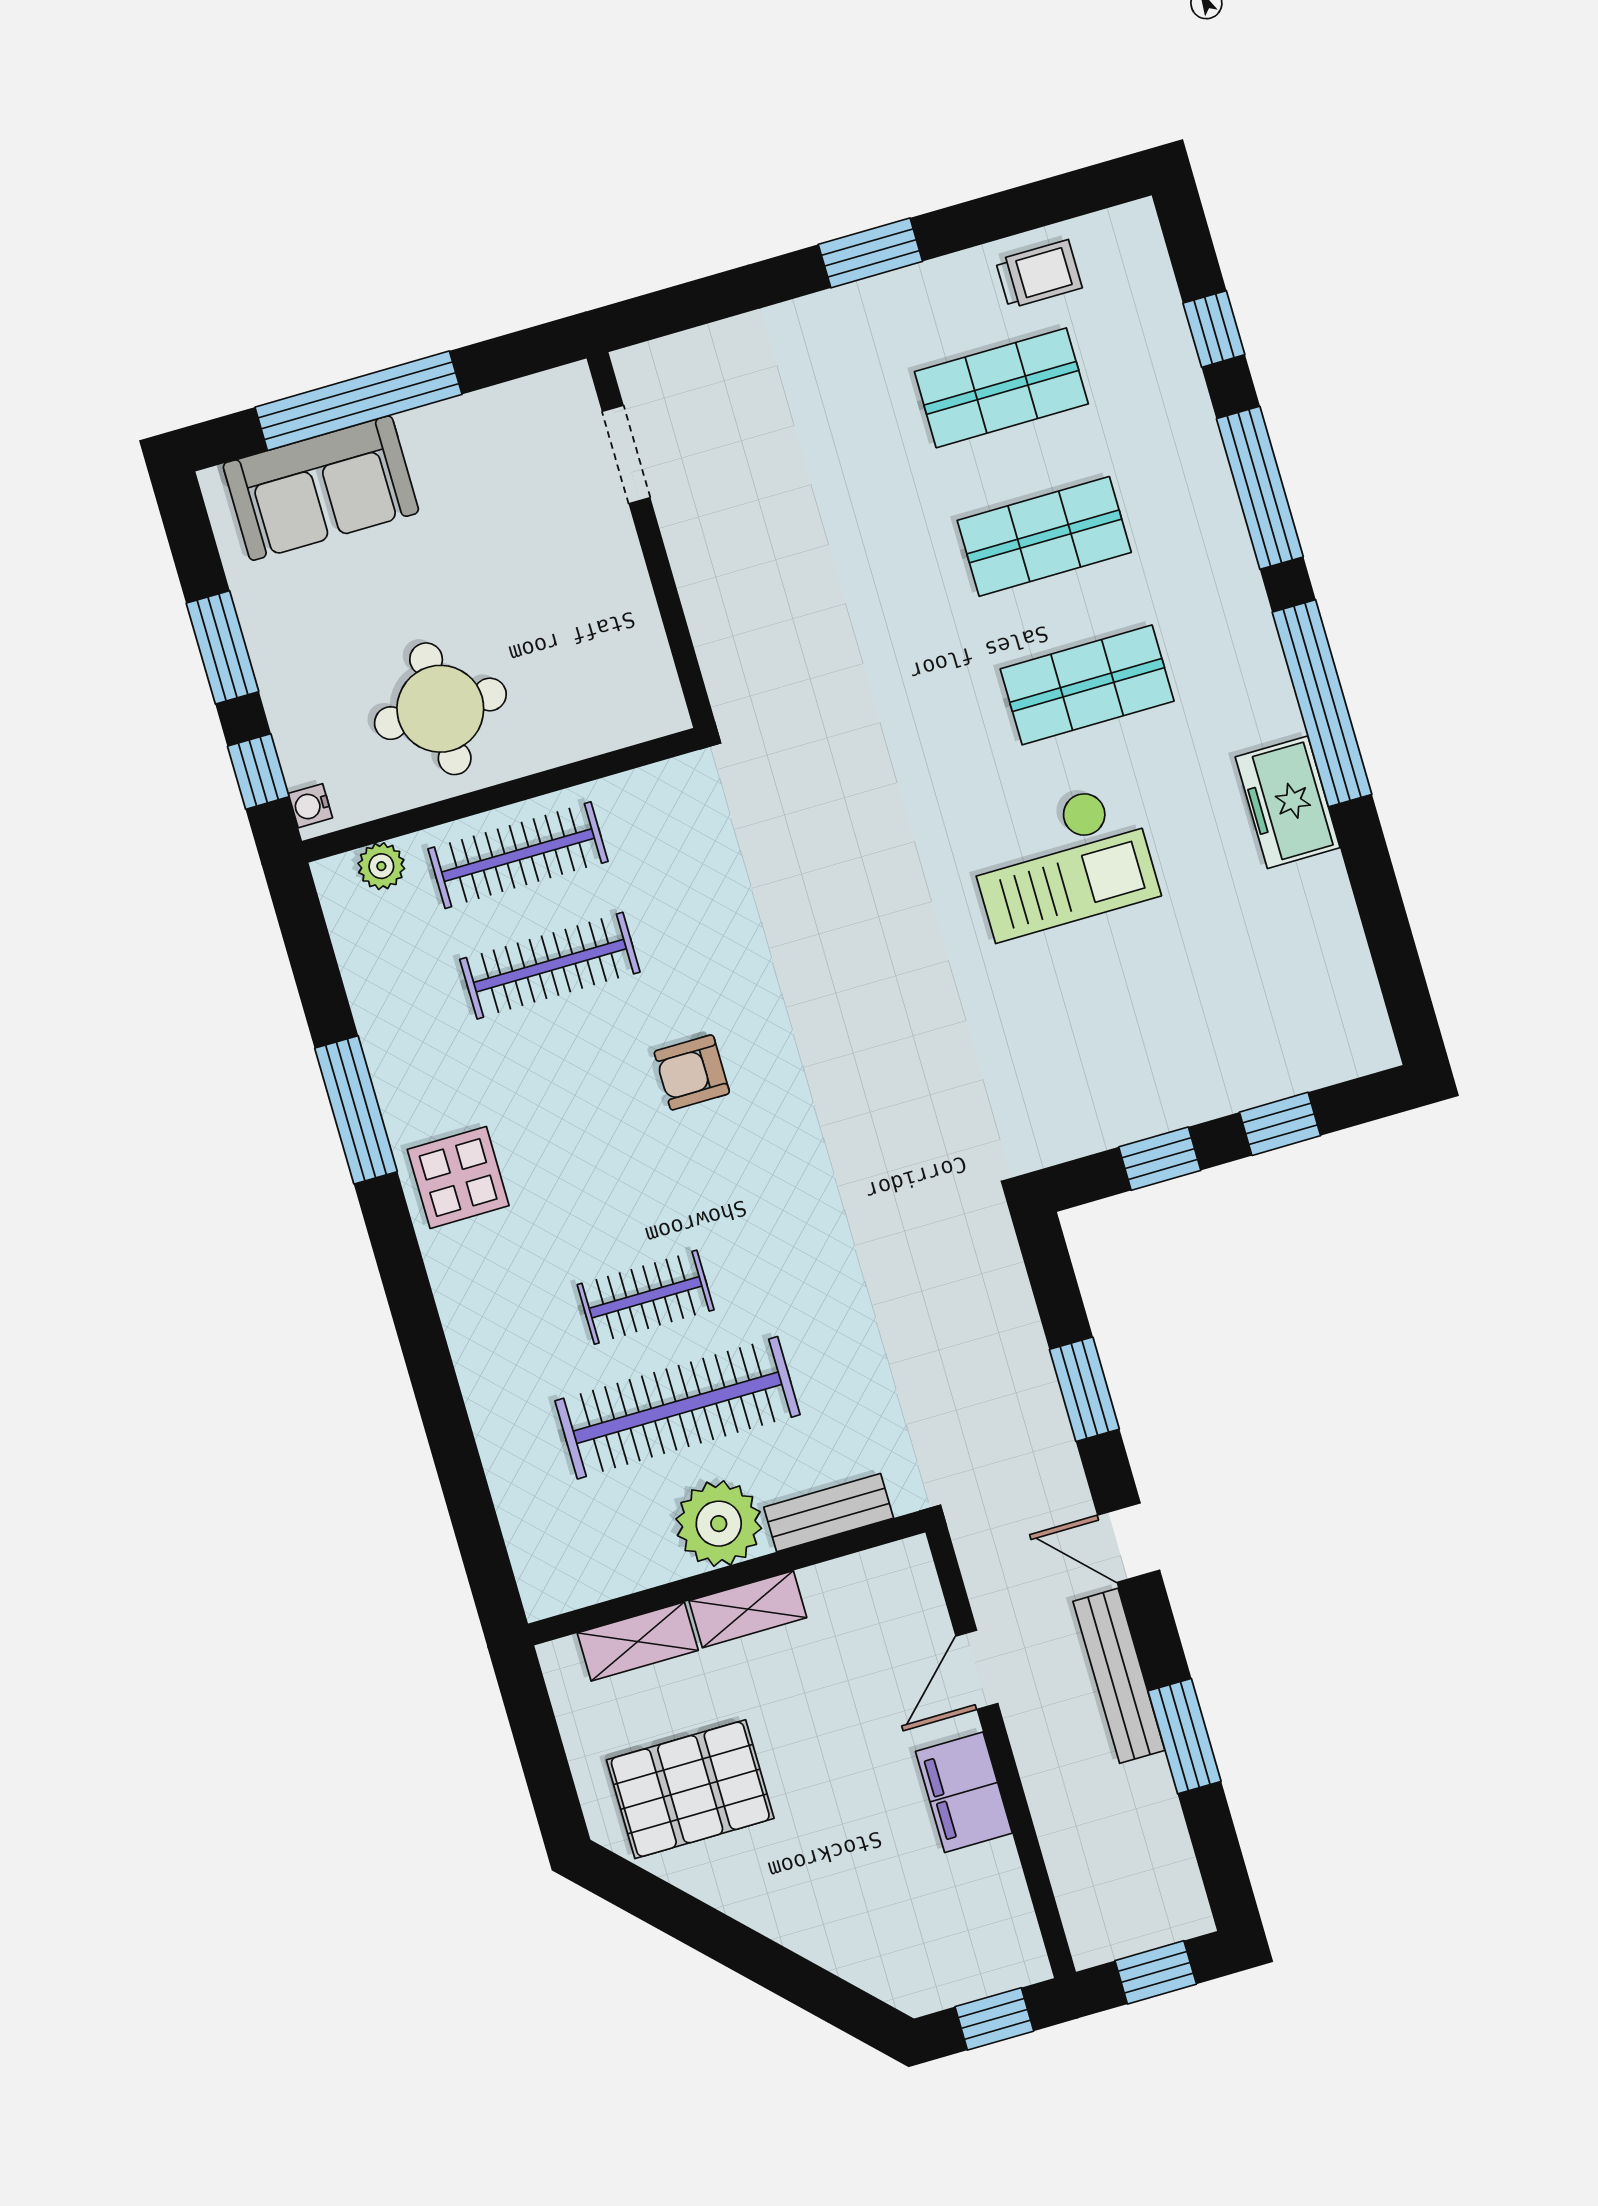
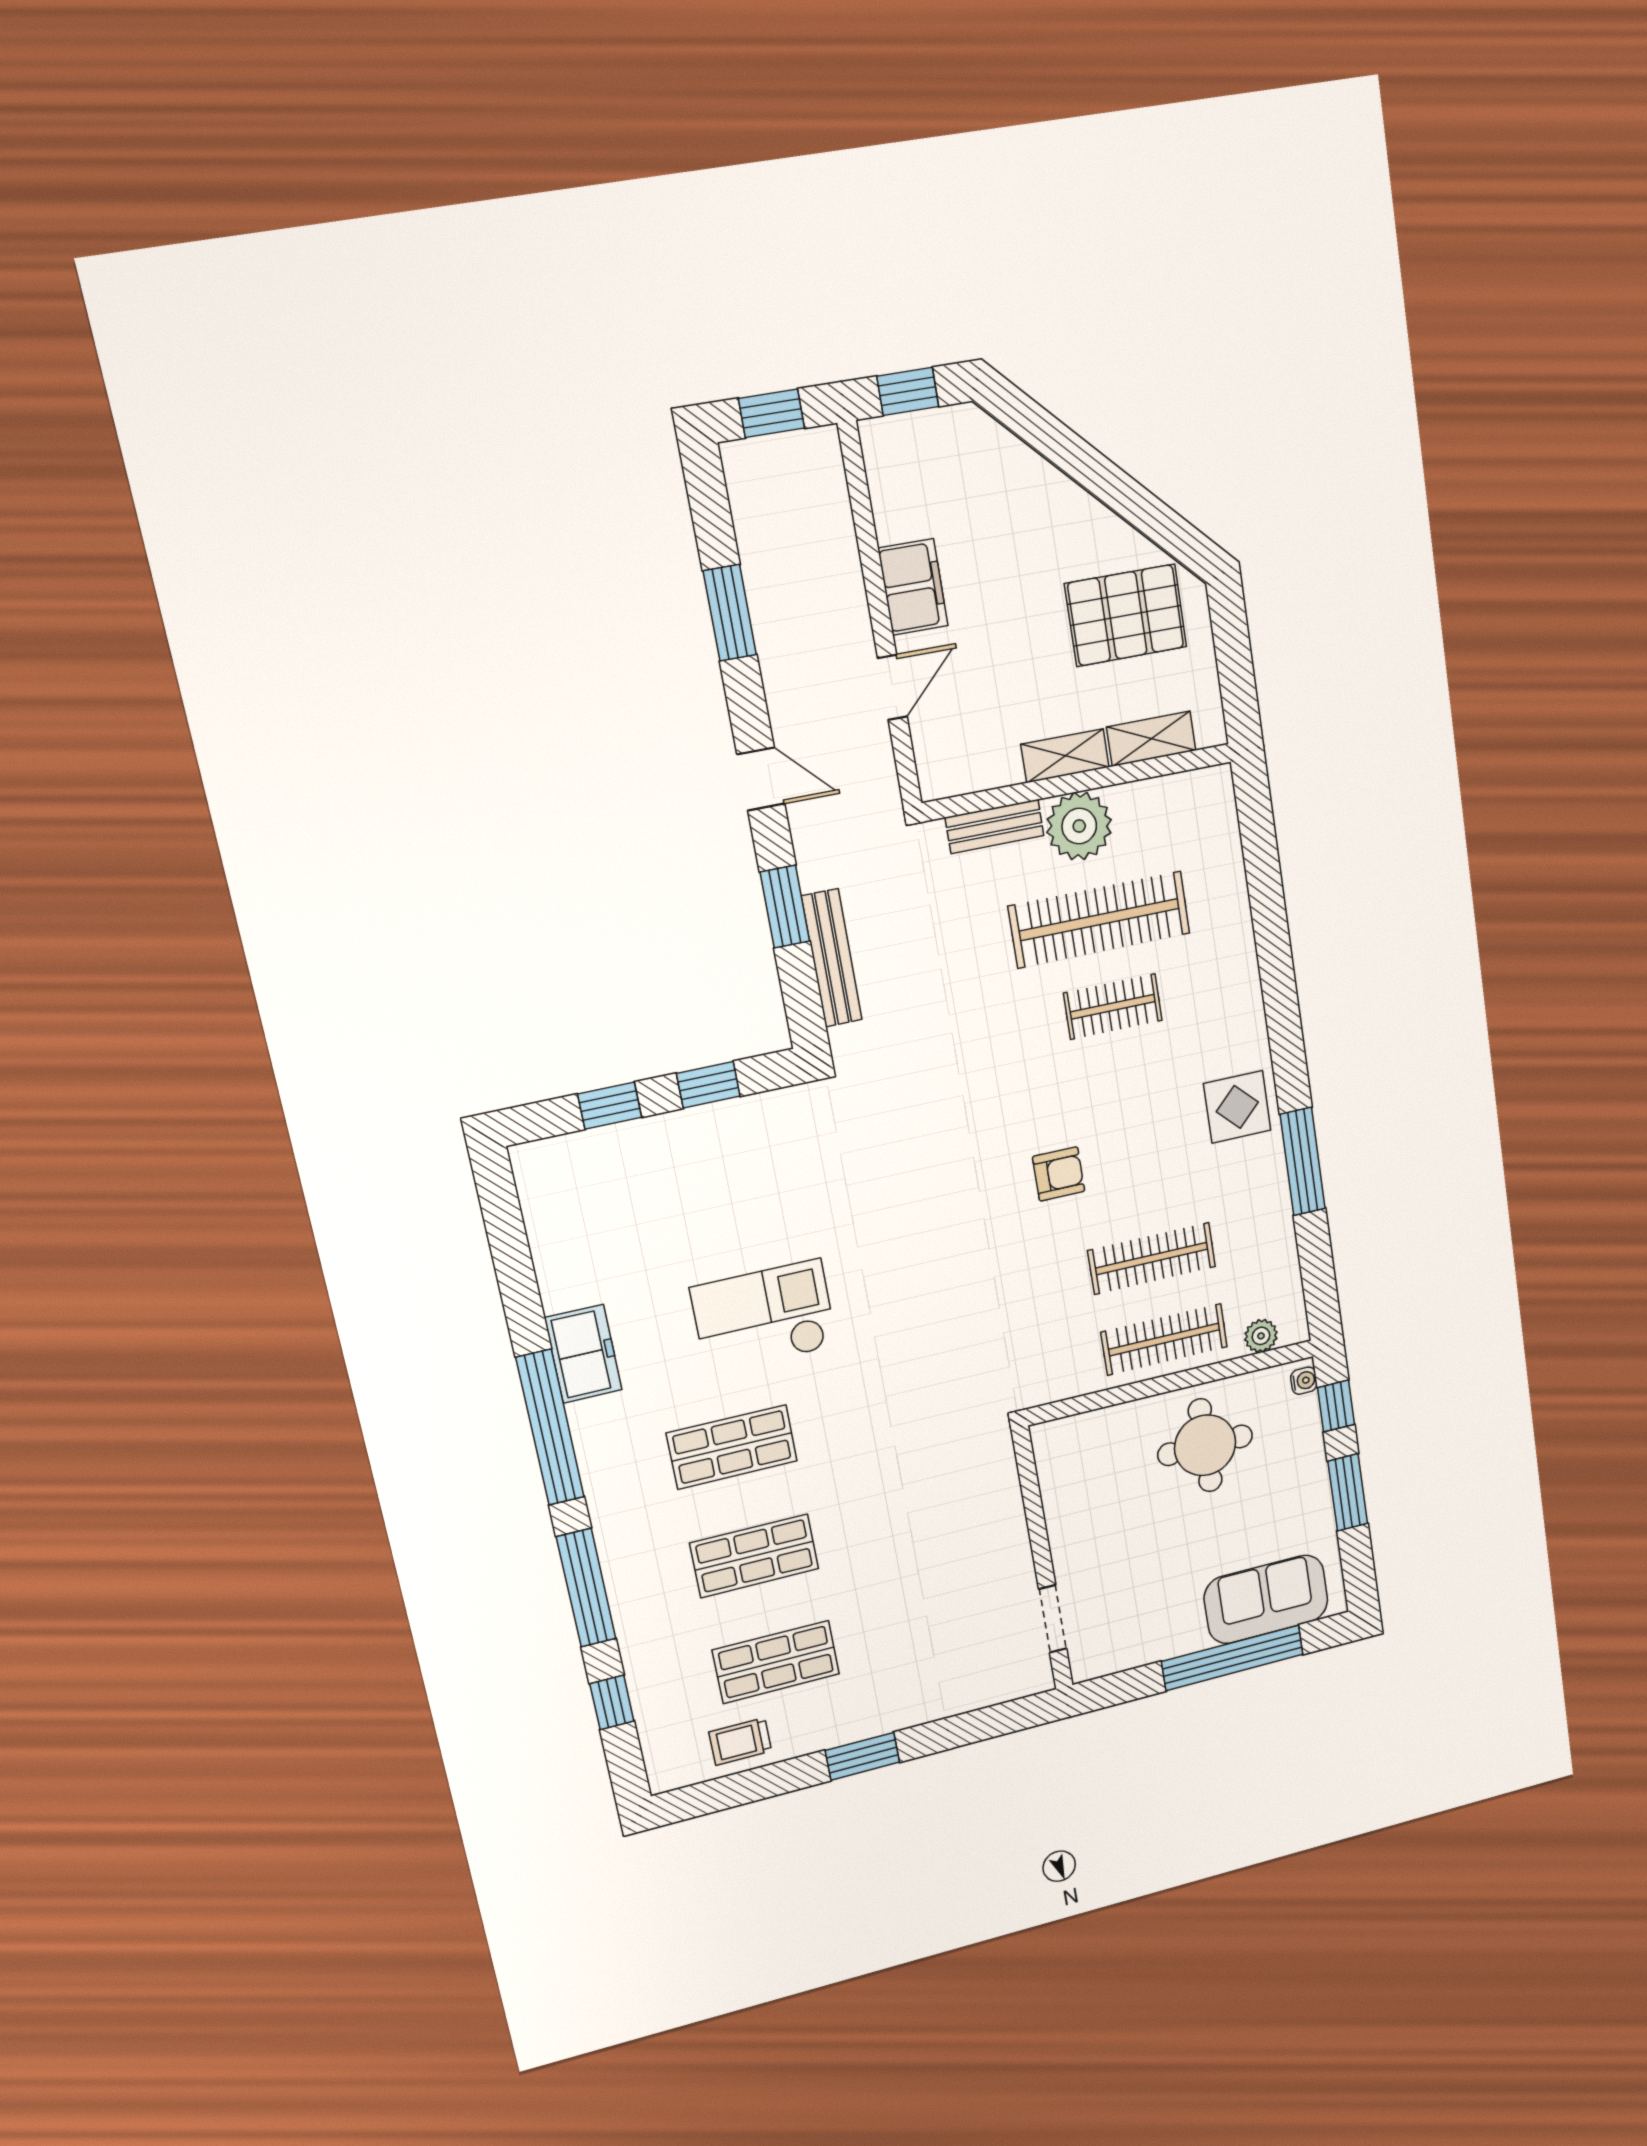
bench: (1119, 1676) -> (832, 958), moved

